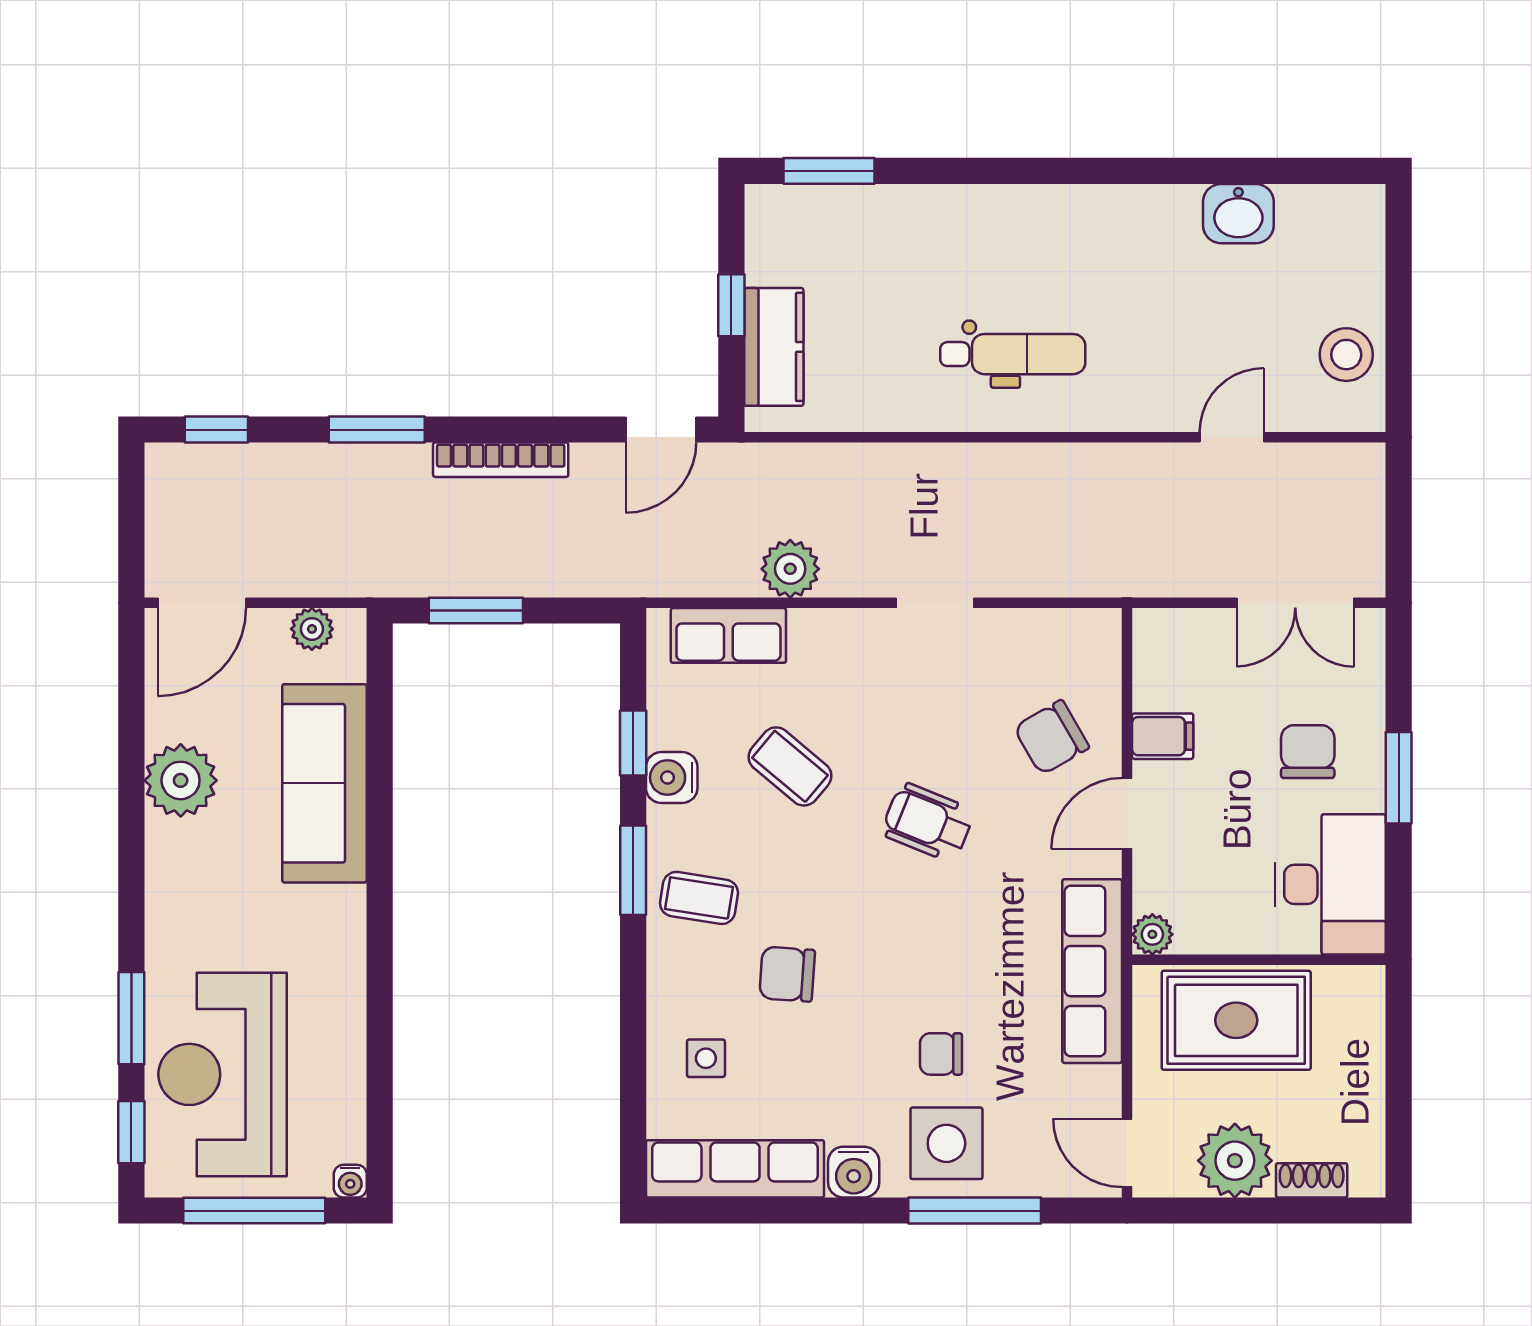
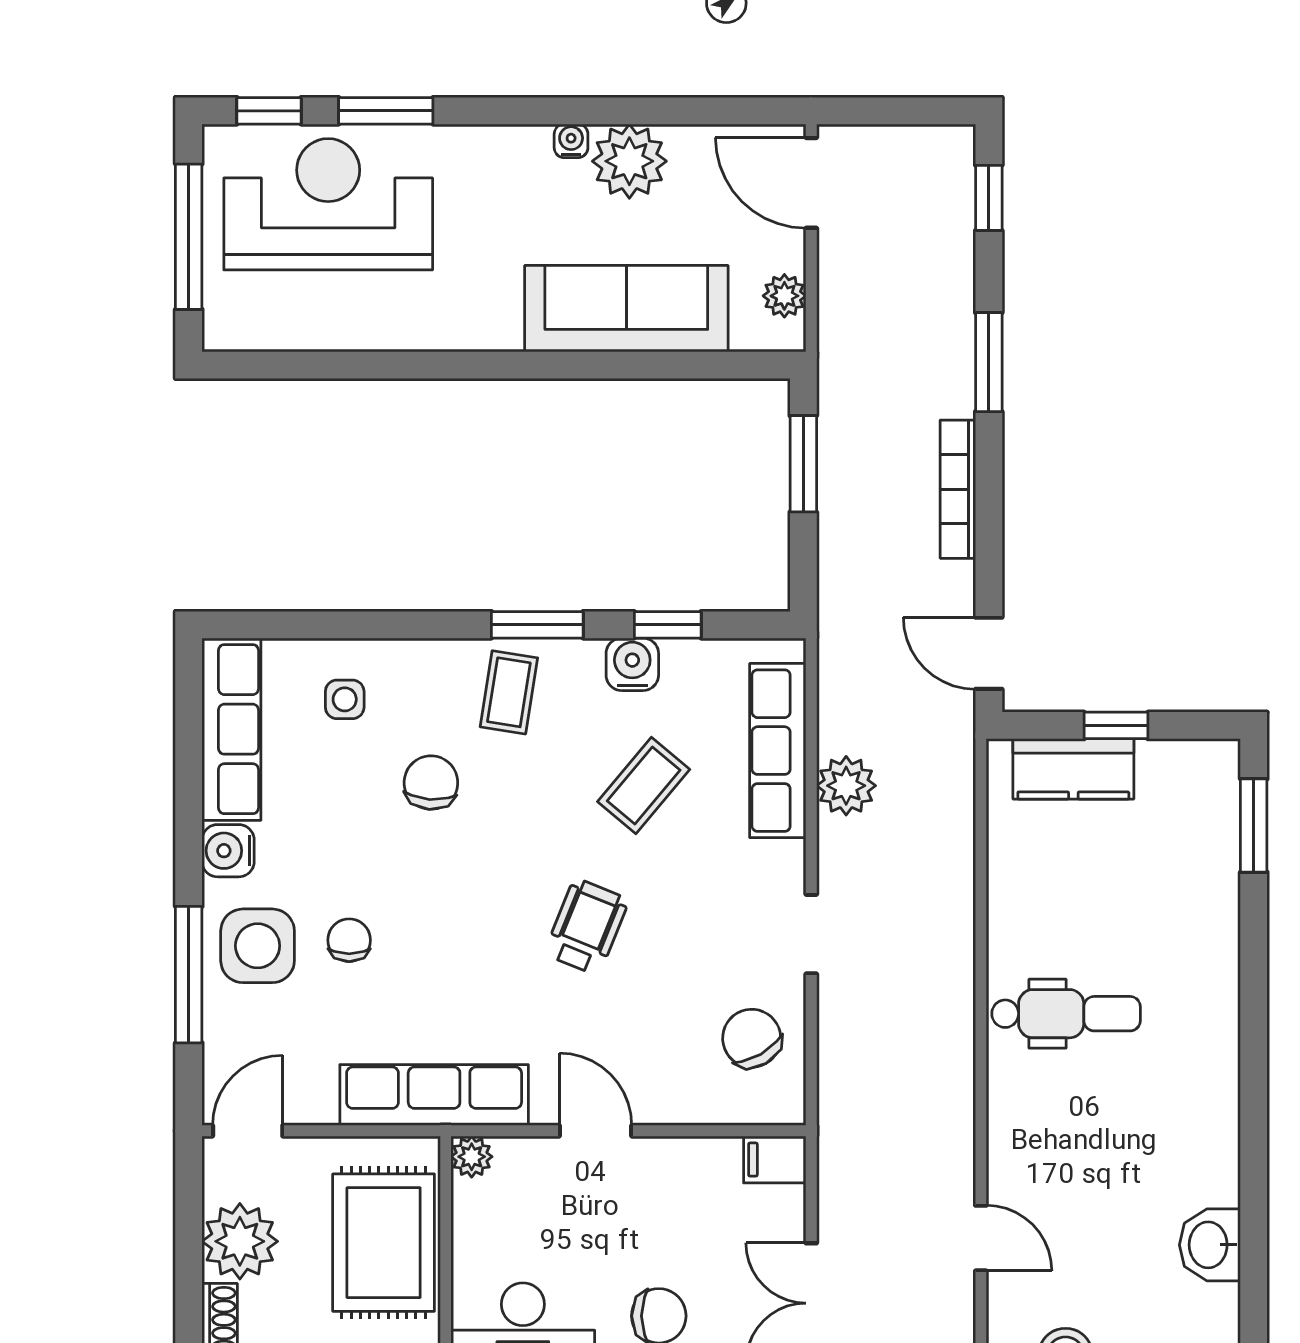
dental chair: (1013, 354) -> (1066, 1014), turned -90
row of seats: (728, 635) -> (778, 751), width x1.48
filing cabinet: (1163, 736) -> (775, 1160), moved, turned 90
chair: (1051, 737) -> (752, 1038), moved
water cooler: (350, 1181) -> (571, 141), moved, turned 90

